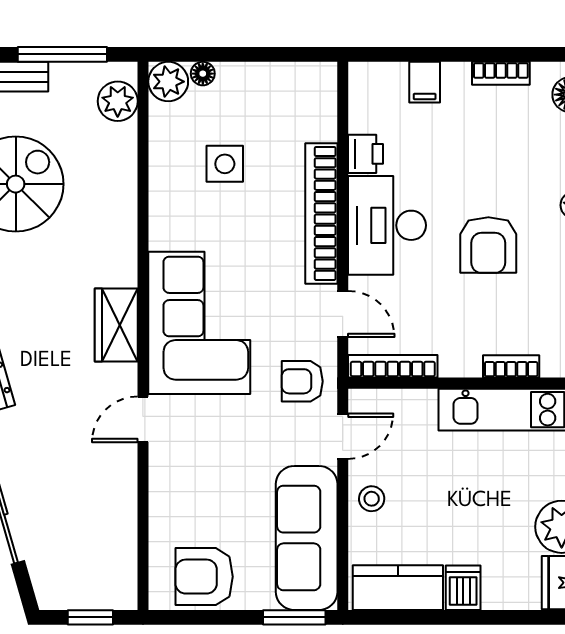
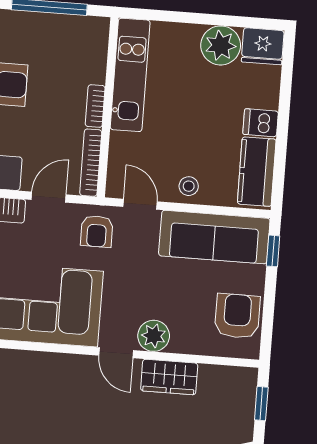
wardrobe: (116, 325) -> (169, 377), moved
bookcase: (511, 366) -> (95, 106), moved
plant: (169, 468) -> (154, 336), added
armchair: (204, 577) -> (237, 316), turned 180
window: (294, 617) -> (273, 251), width x0.67

